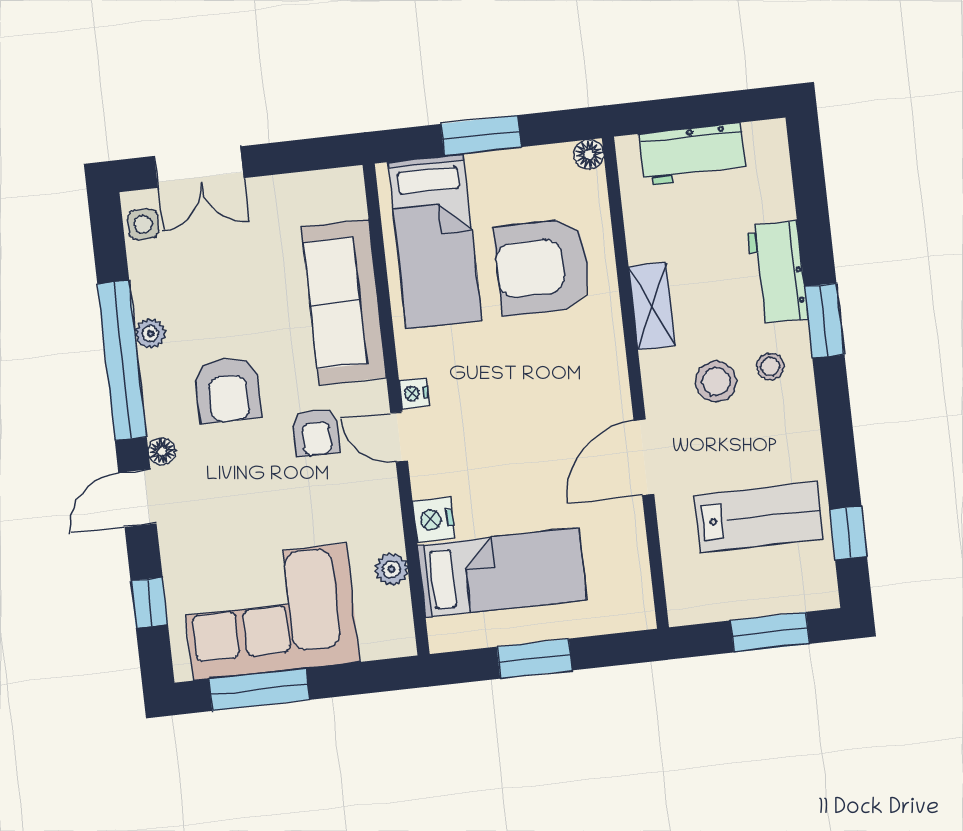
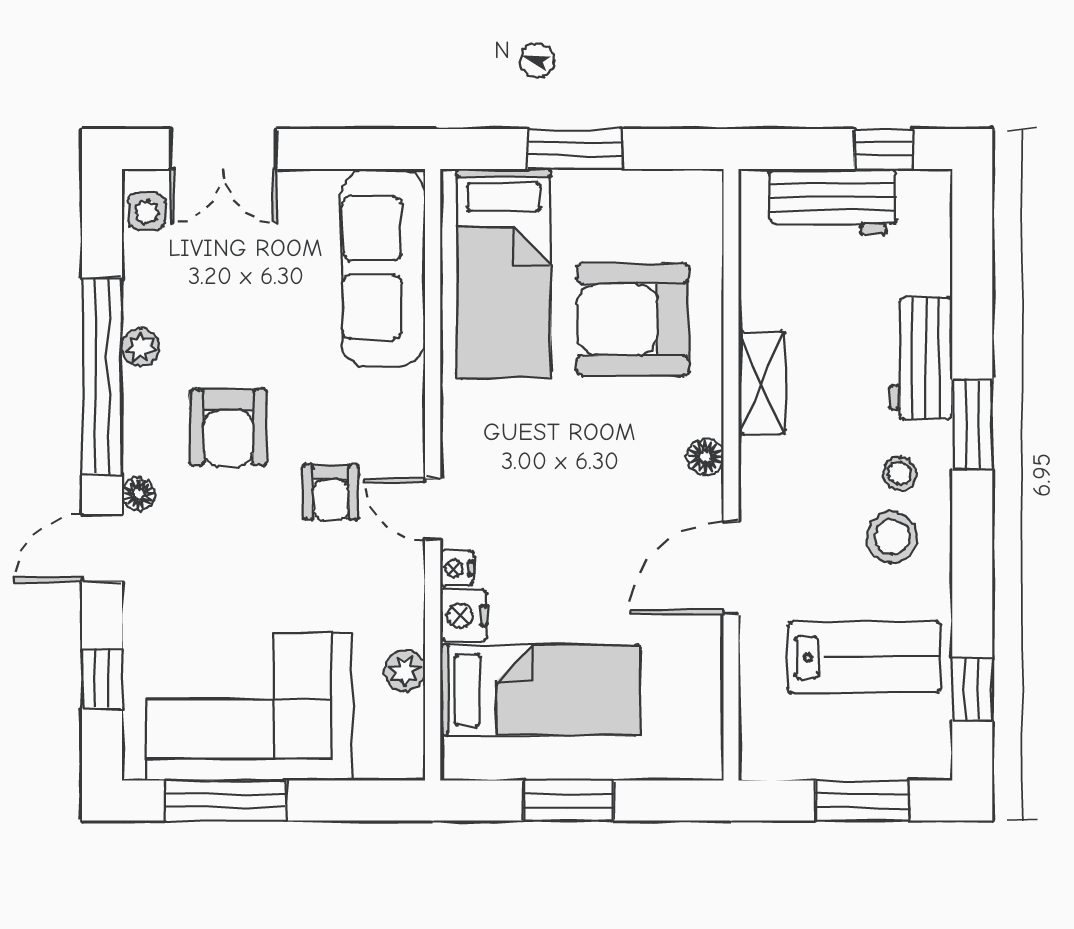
window: (729, 108) -> (884, 149), added
floor lamp: (589, 154) -> (705, 457), moved
sofa: (344, 302) -> (383, 268), moved
stool: (716, 382) -> (892, 537), moved
nightstand: (414, 393) -> (457, 568), moved

